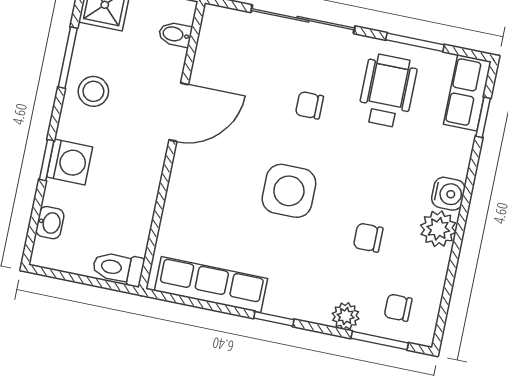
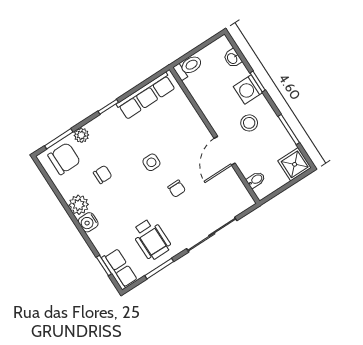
stool: (93, 91) -> (249, 123), moved
chair: (309, 105) -> (177, 189), moved, turned 90
side table: (289, 191) -> (151, 162), width x0.54, depth x0.54
chair: (398, 308) -> (64, 159), width x1.87, depth x1.87

